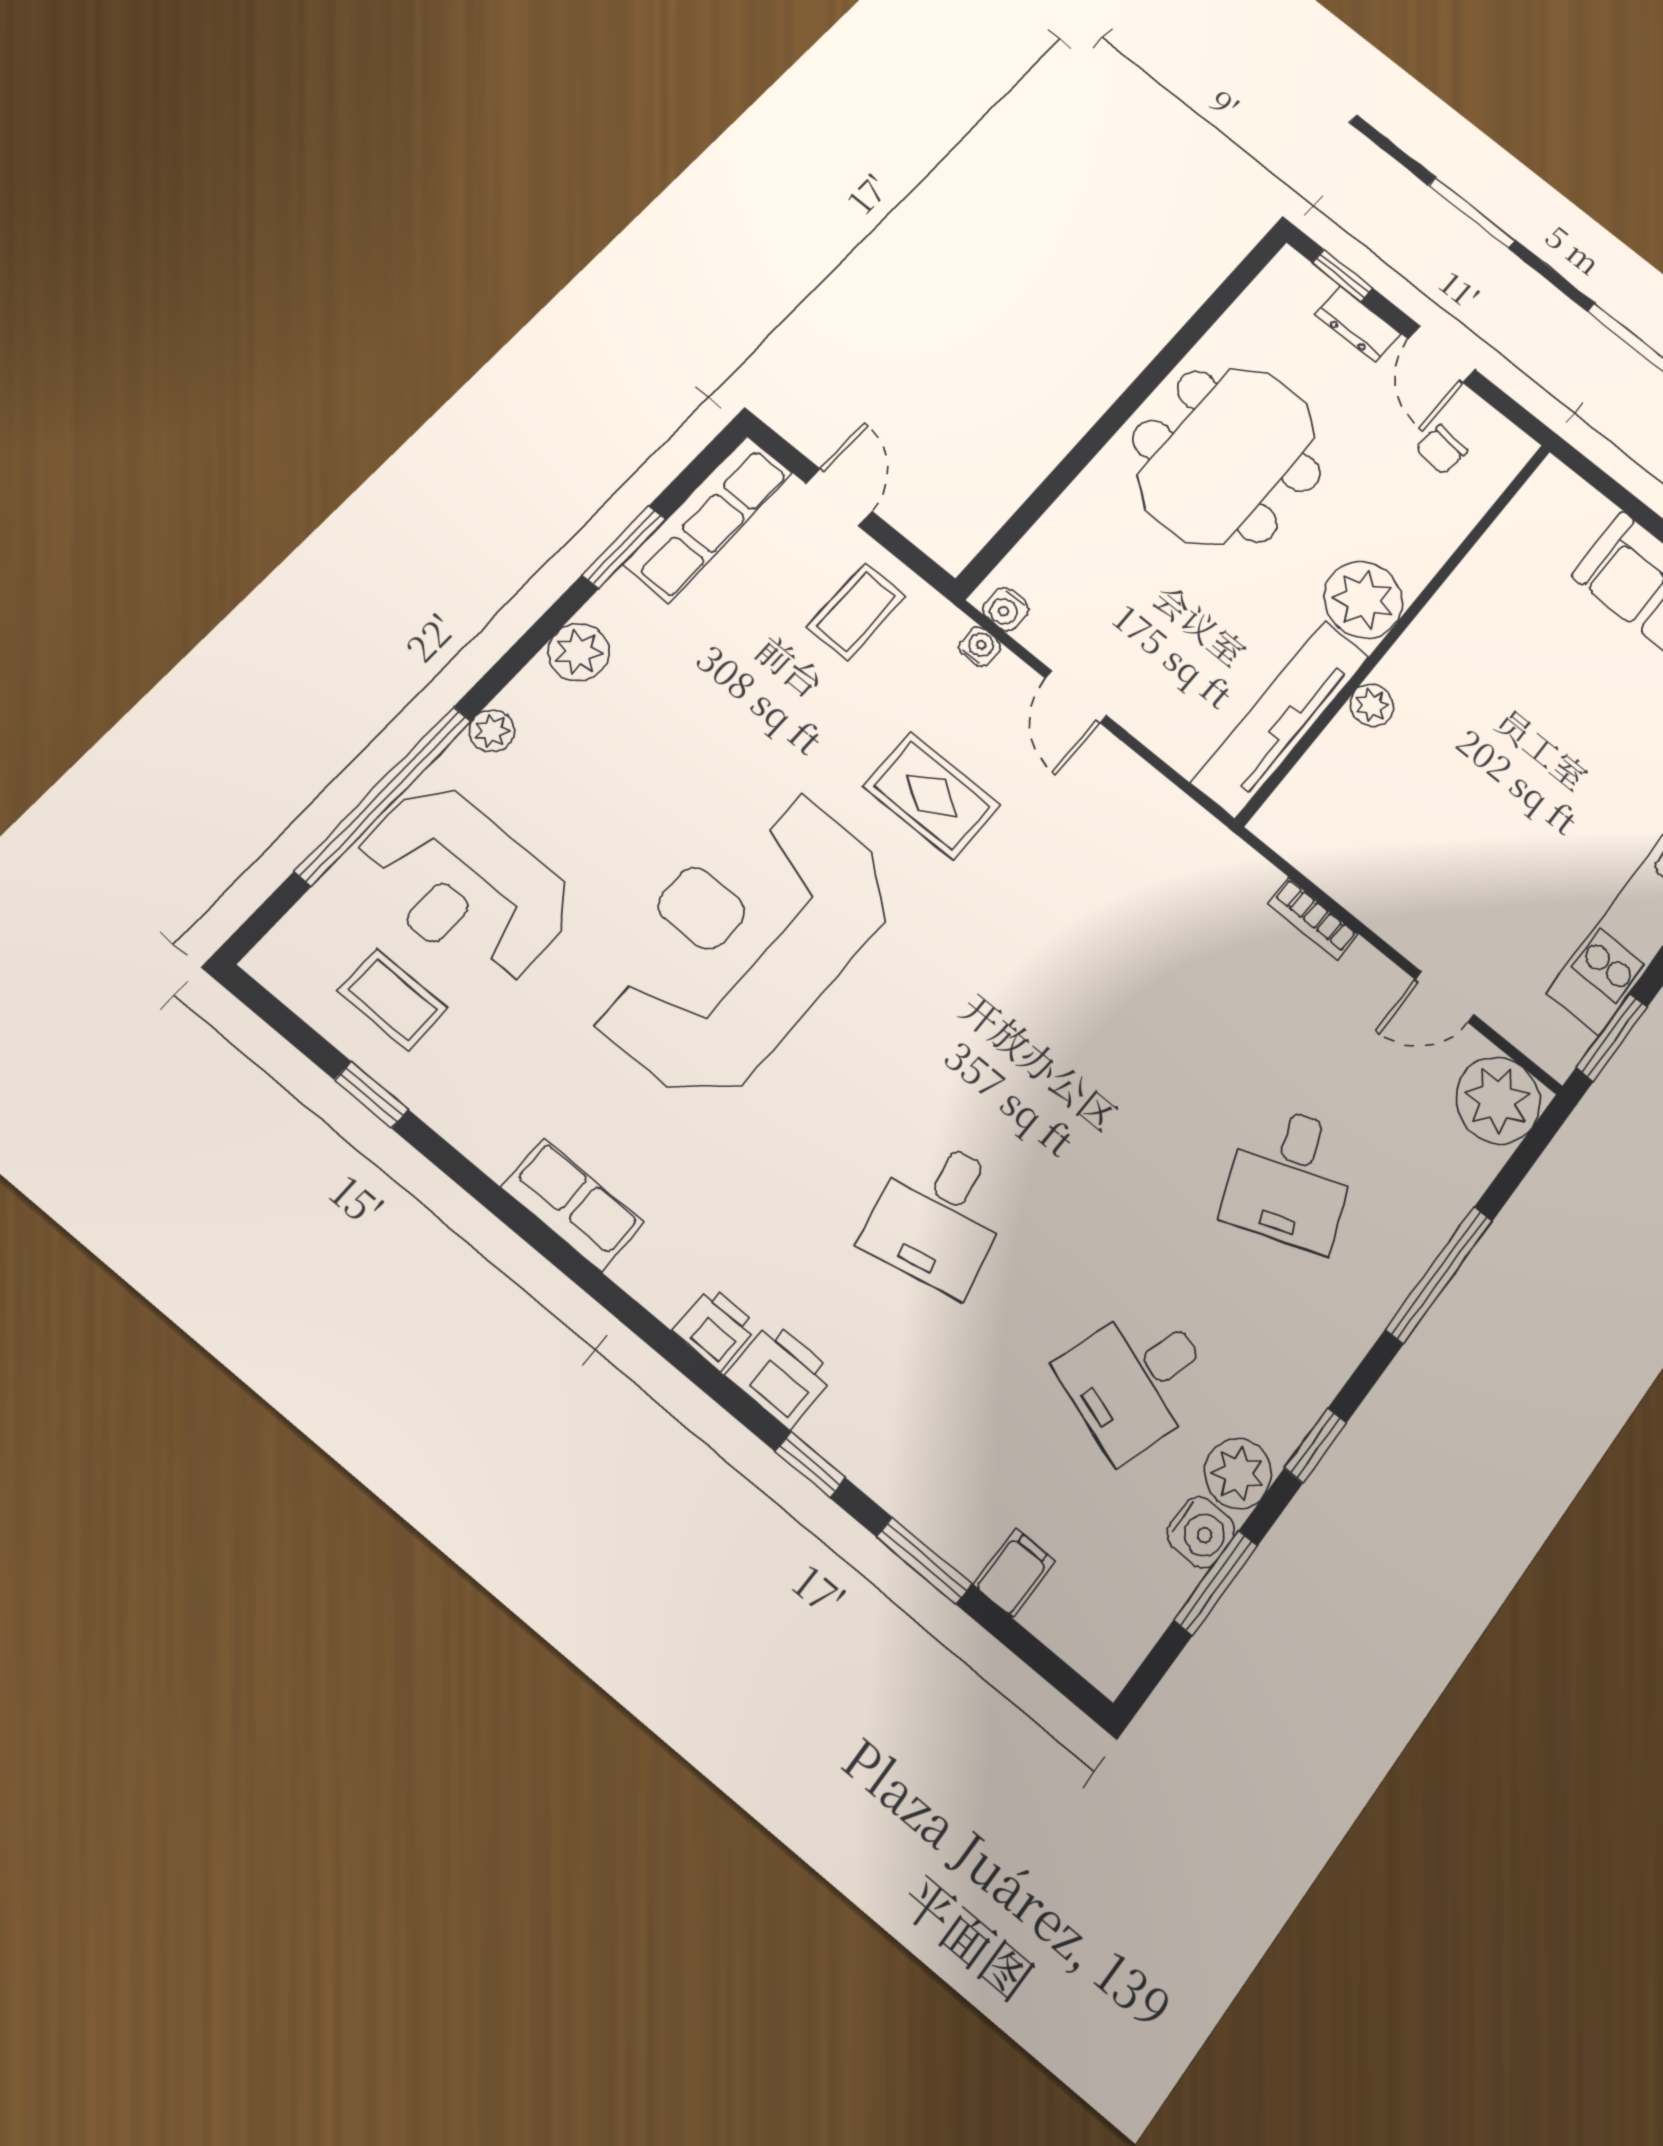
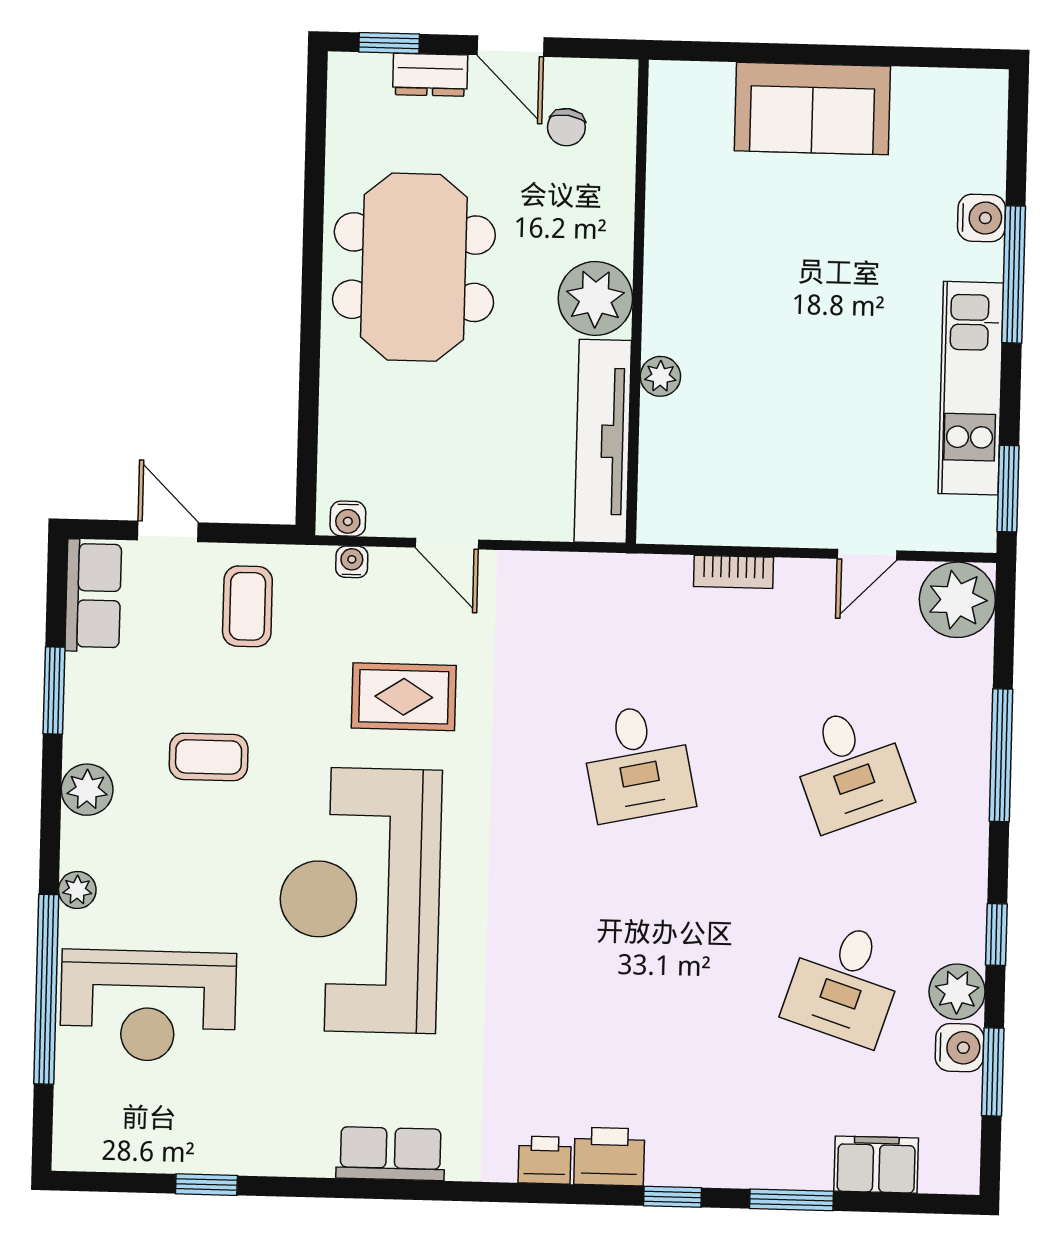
row of seats: (708, 519) -> (93, 595), width x0.68
coffee table: (393, 1000) -> (209, 757), moved
desk: (939, 1215) -> (637, 762), moved
filing cabinet: (1014, 1573) -> (876, 1165), width x2.00

